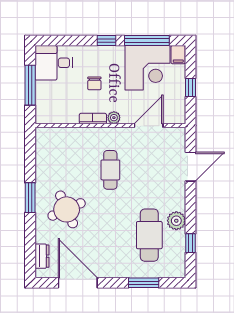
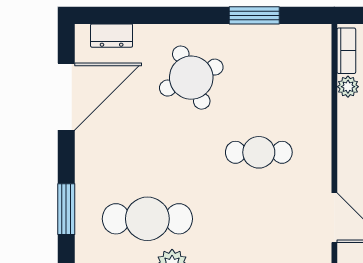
plant: (114, 118) -> (348, 87), moved
bookcase: (93, 119) -> (346, 51), moved
window: (30, 198) -> (254, 15), moved

